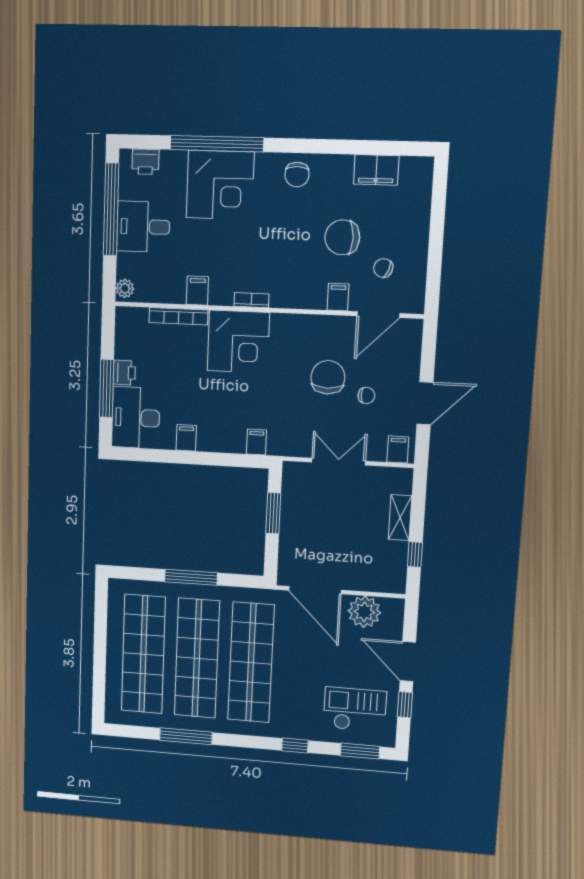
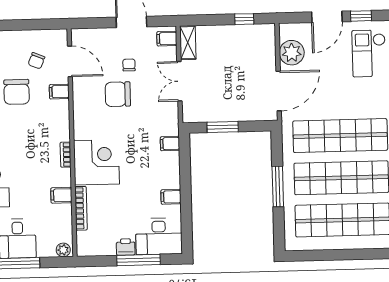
shelving: (400, 518) -> (188, 43), moved, turned 90

